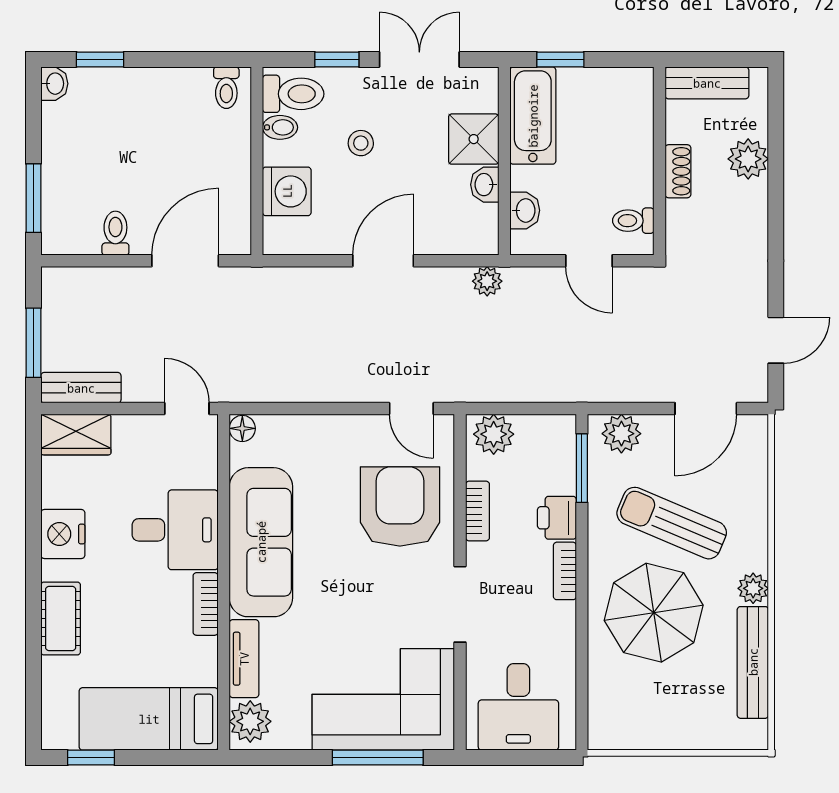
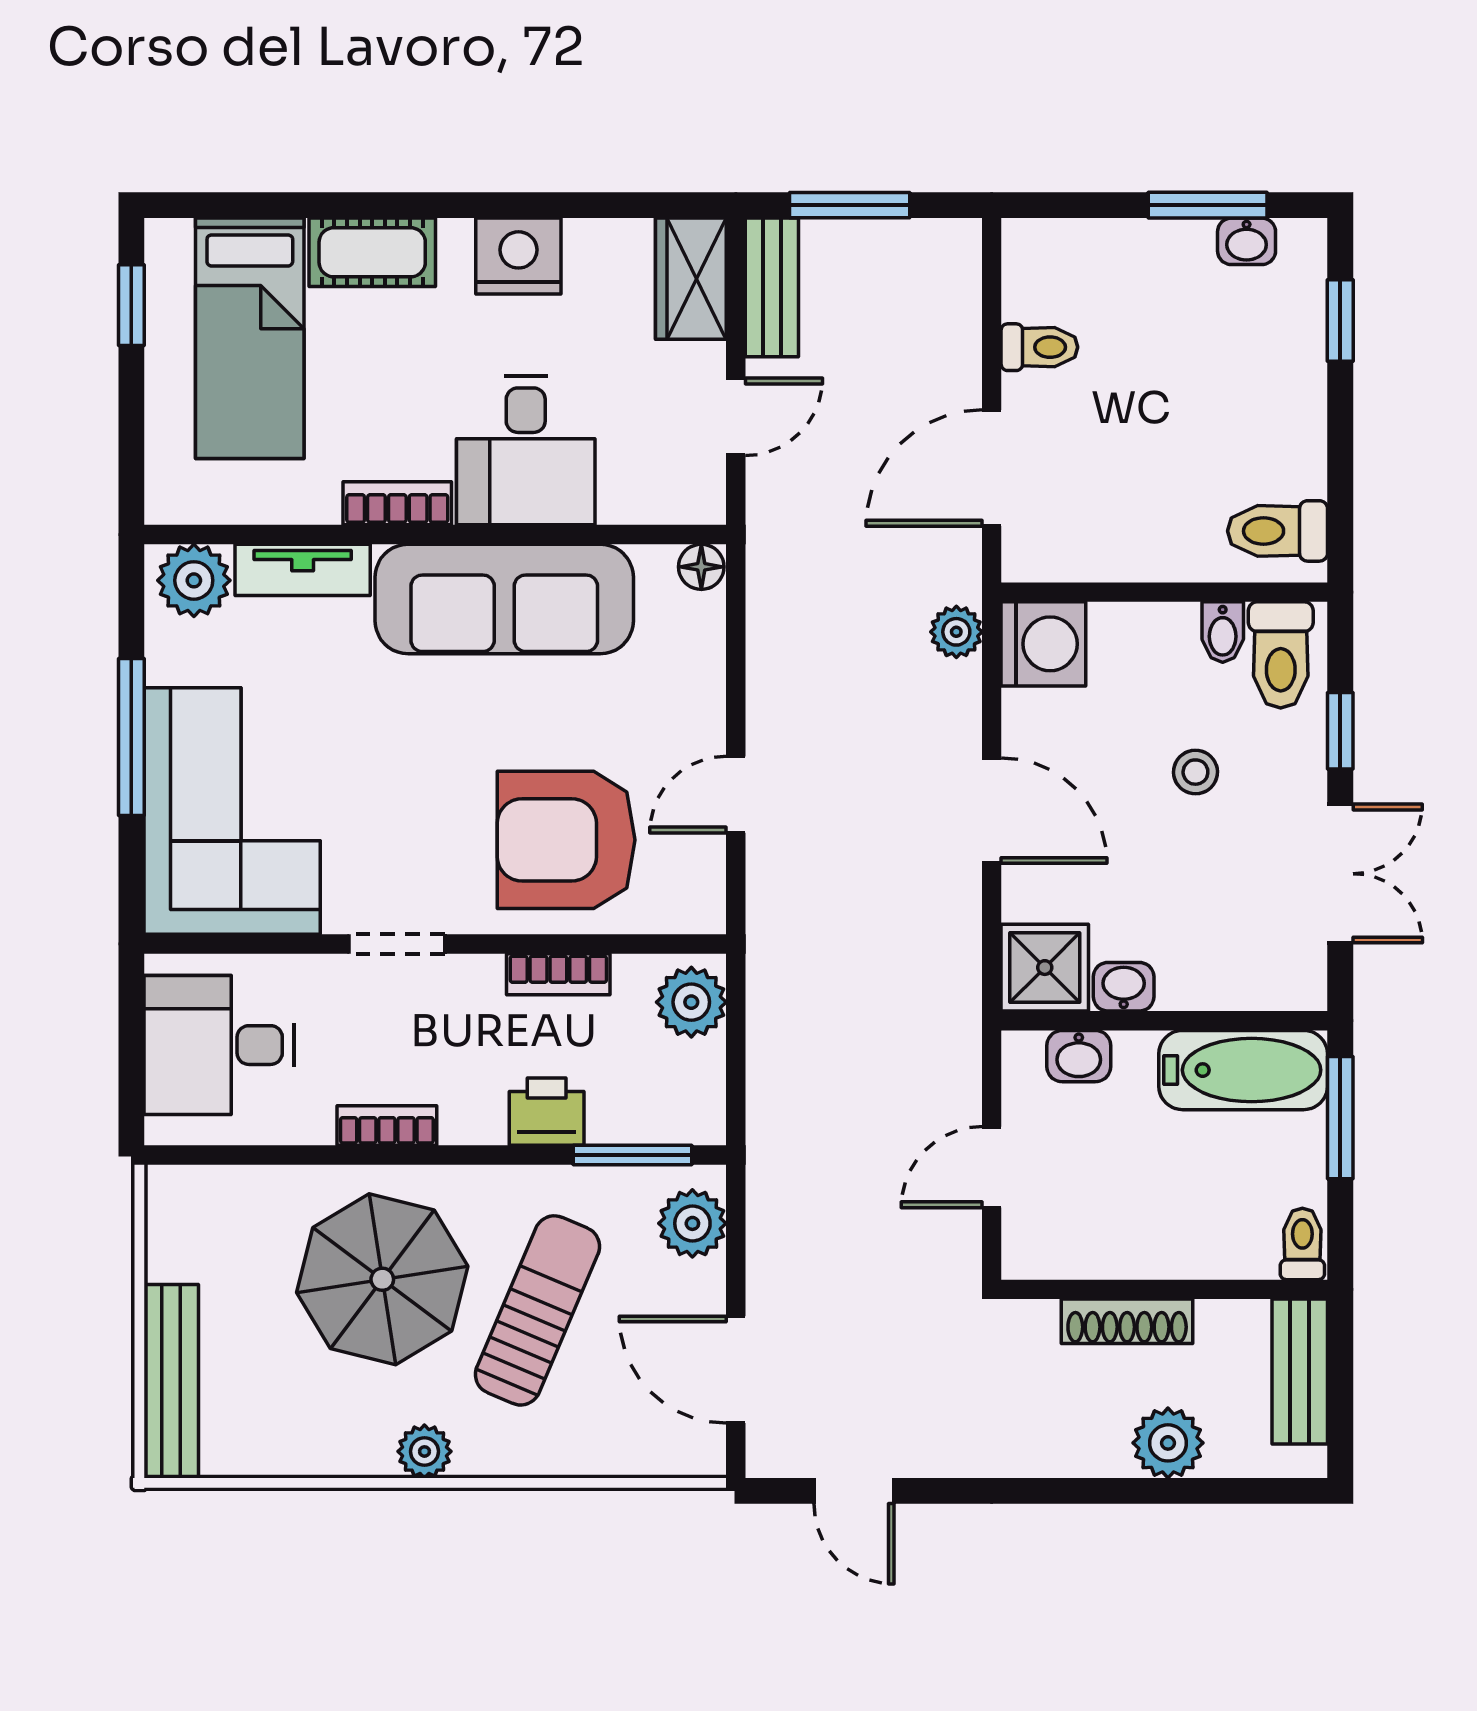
window: (560, 59) -> (1340, 1118), width x1.50
washbasin: (54, 84) -> (1247, 241), moved
toilet: (226, 88) -> (1278, 531), width x1.37, depth x1.39
shower: (474, 139) -> (1045, 968), moved
shoe rack: (678, 171) -> (1127, 1321), width x1.43
washing machine: (287, 191) -> (1043, 644), moved, turned -90
window: (33, 198) -> (1208, 205), moved
toilet: (633, 221) -> (1302, 1244), moved
door: (185, 261) -> (992, 468), swing flipped
plant: (487, 281) -> (956, 632), moved
door: (187, 409) -> (736, 417), moved
door: (411, 409) -> (736, 795), moved
armchair: (400, 507) -> (566, 840), turned 180
bookcase: (565, 571) -> (387, 1125), moved
doorway: (460, 604) -> (397, 944), width x0.73
bench: (753, 662) -> (171, 1381), moved, turned 90
bed: (149, 719) -> (250, 338), moved, turned 180
window: (378, 758) -> (131, 737), moved

